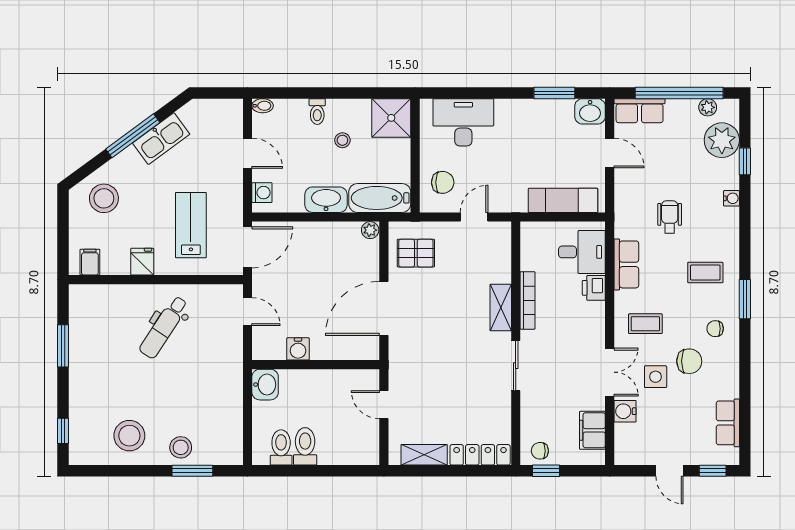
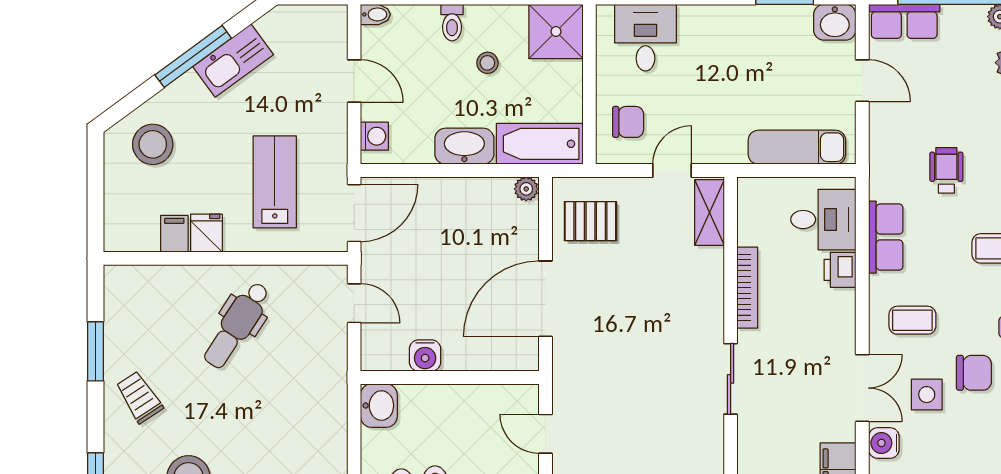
desk: (463, 122) -> (645, 38), width x0.73
filing cabinet: (90, 262) -> (174, 234), moved
shelving: (501, 307) -> (709, 213), moved
trolley: (94, 379) -> (139, 397), added

